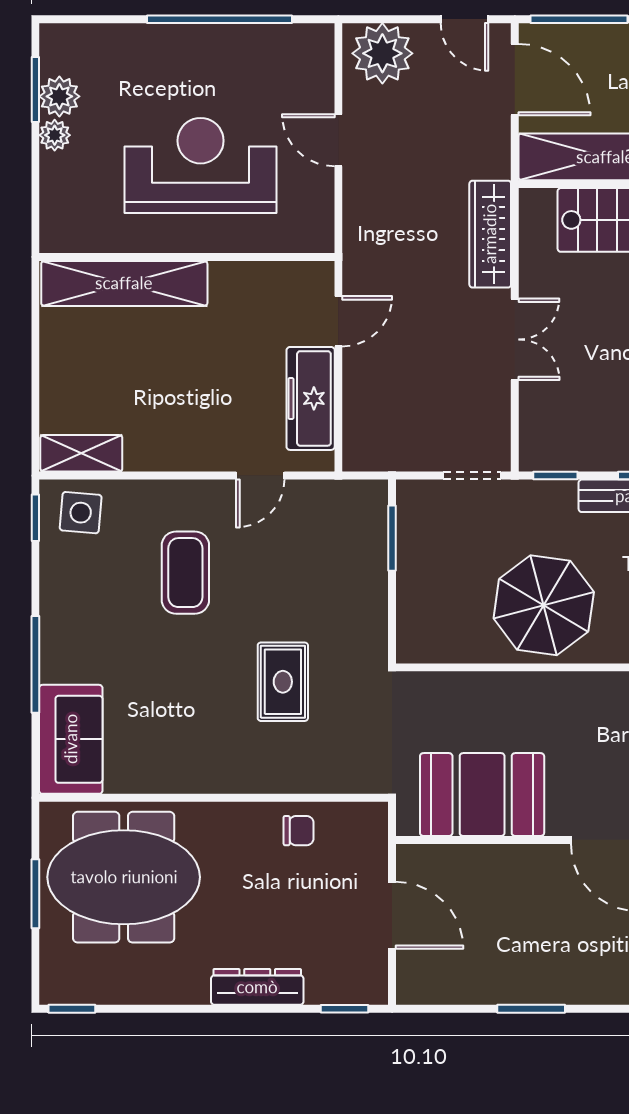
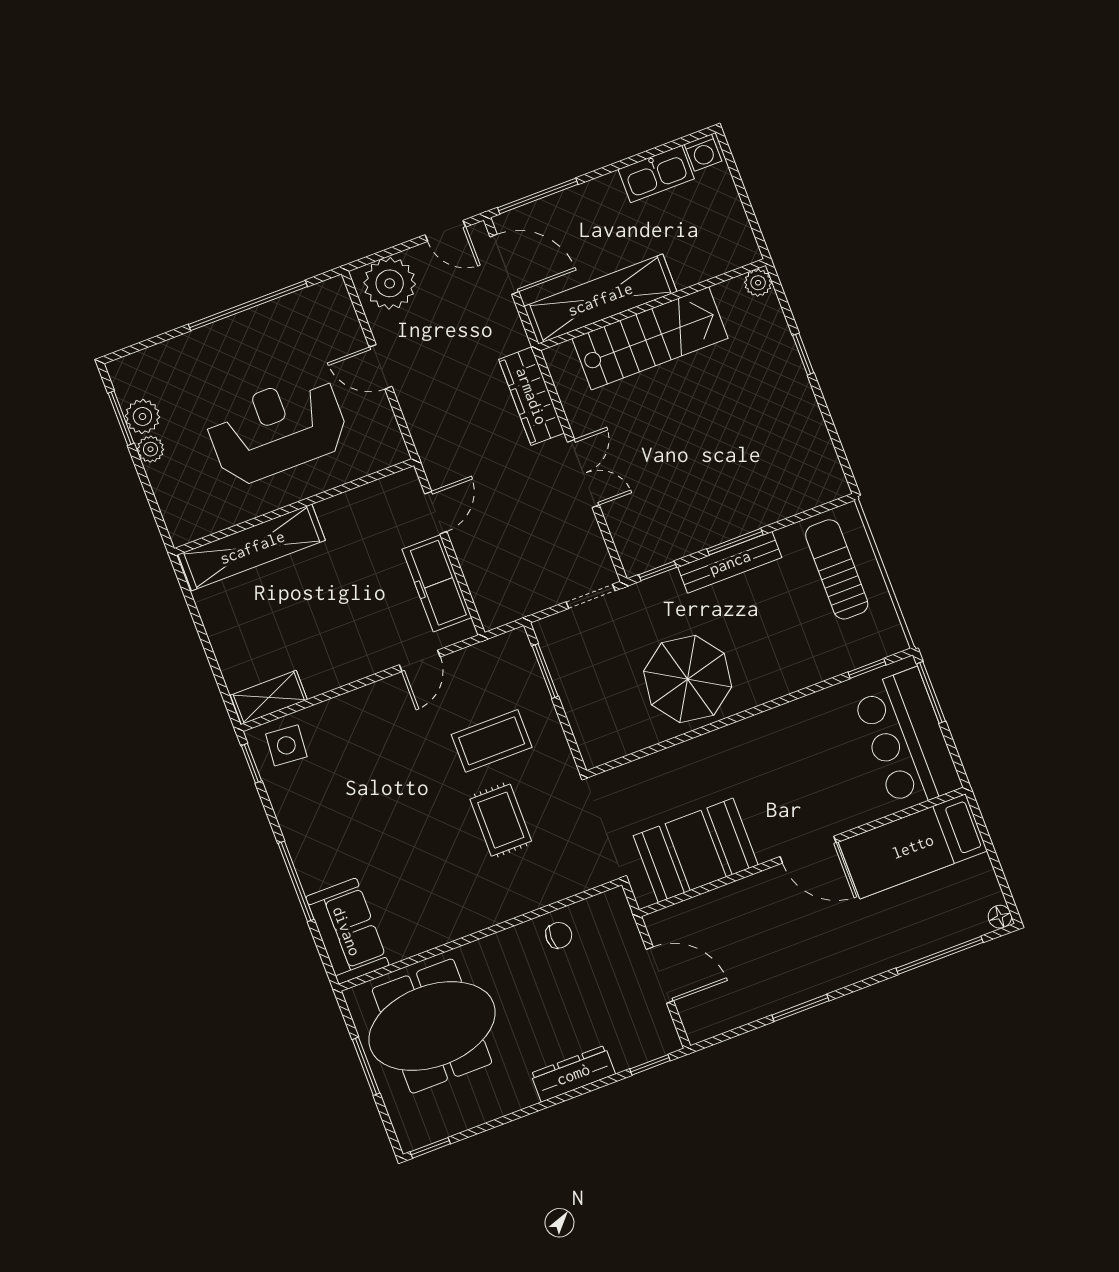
coffee table: (185, 573) -> (492, 741), moved, turned 90

